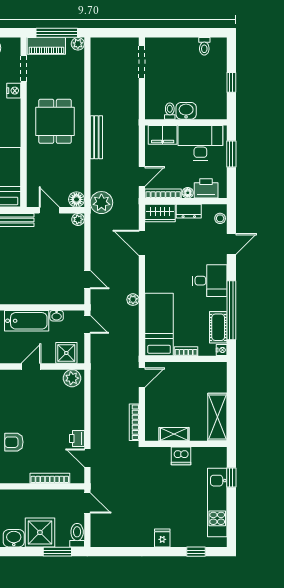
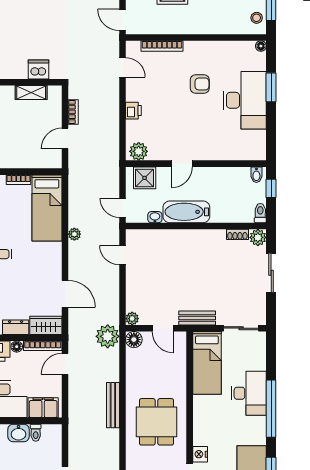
door: (142, 378) -> (65, 139), moved
bookcase: (134, 422) -> (73, 112), width x0.64
printer: (77, 439) -> (133, 111), moved
dishwasher: (181, 456) -> (38, 70), moved

